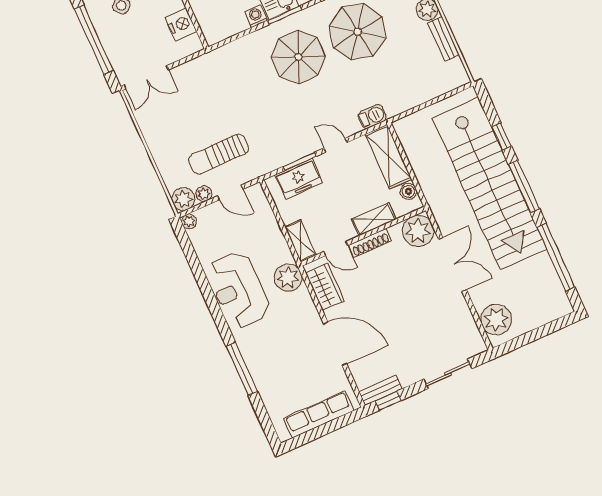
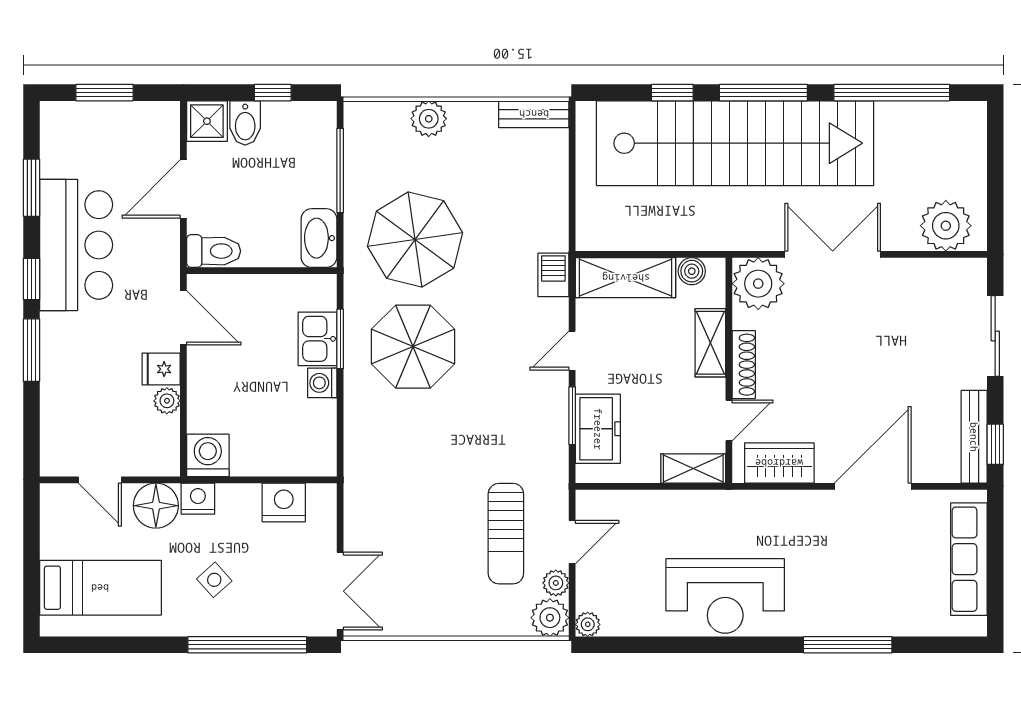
bench: (443, 39) -> (534, 114), moved
plant: (288, 278) -> (740, 512), removed
bench: (380, 390) -> (974, 437), width x1.36

